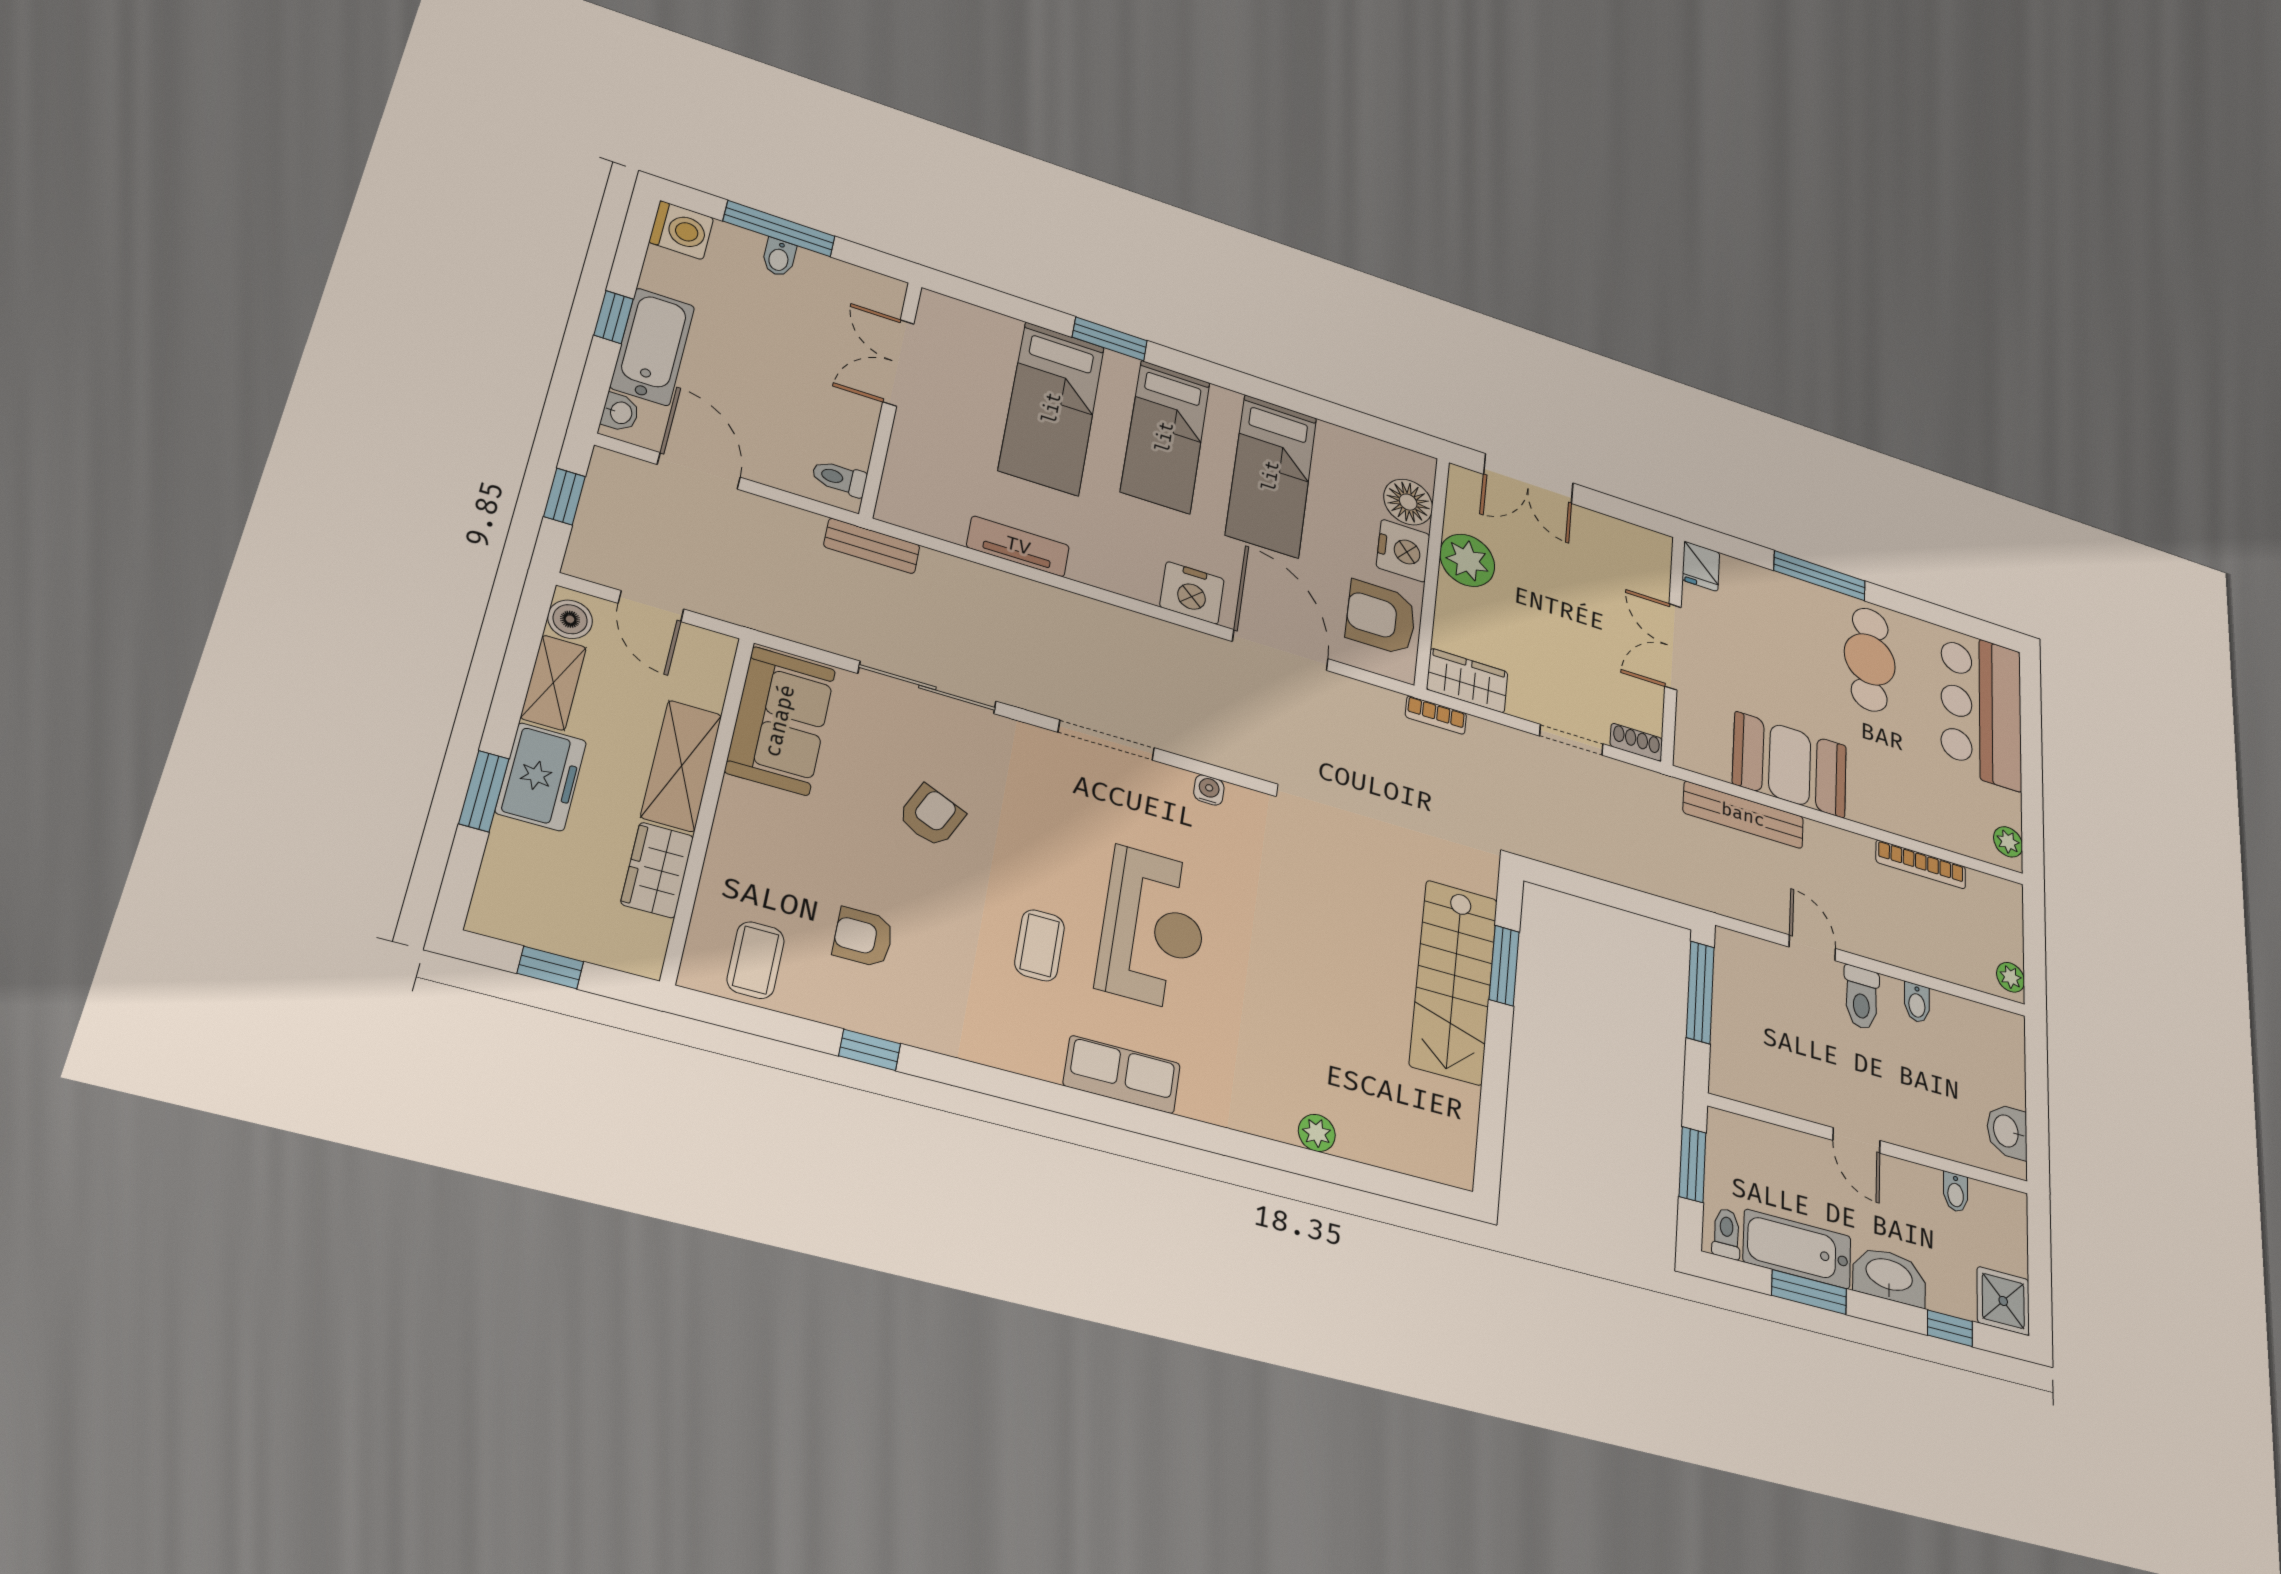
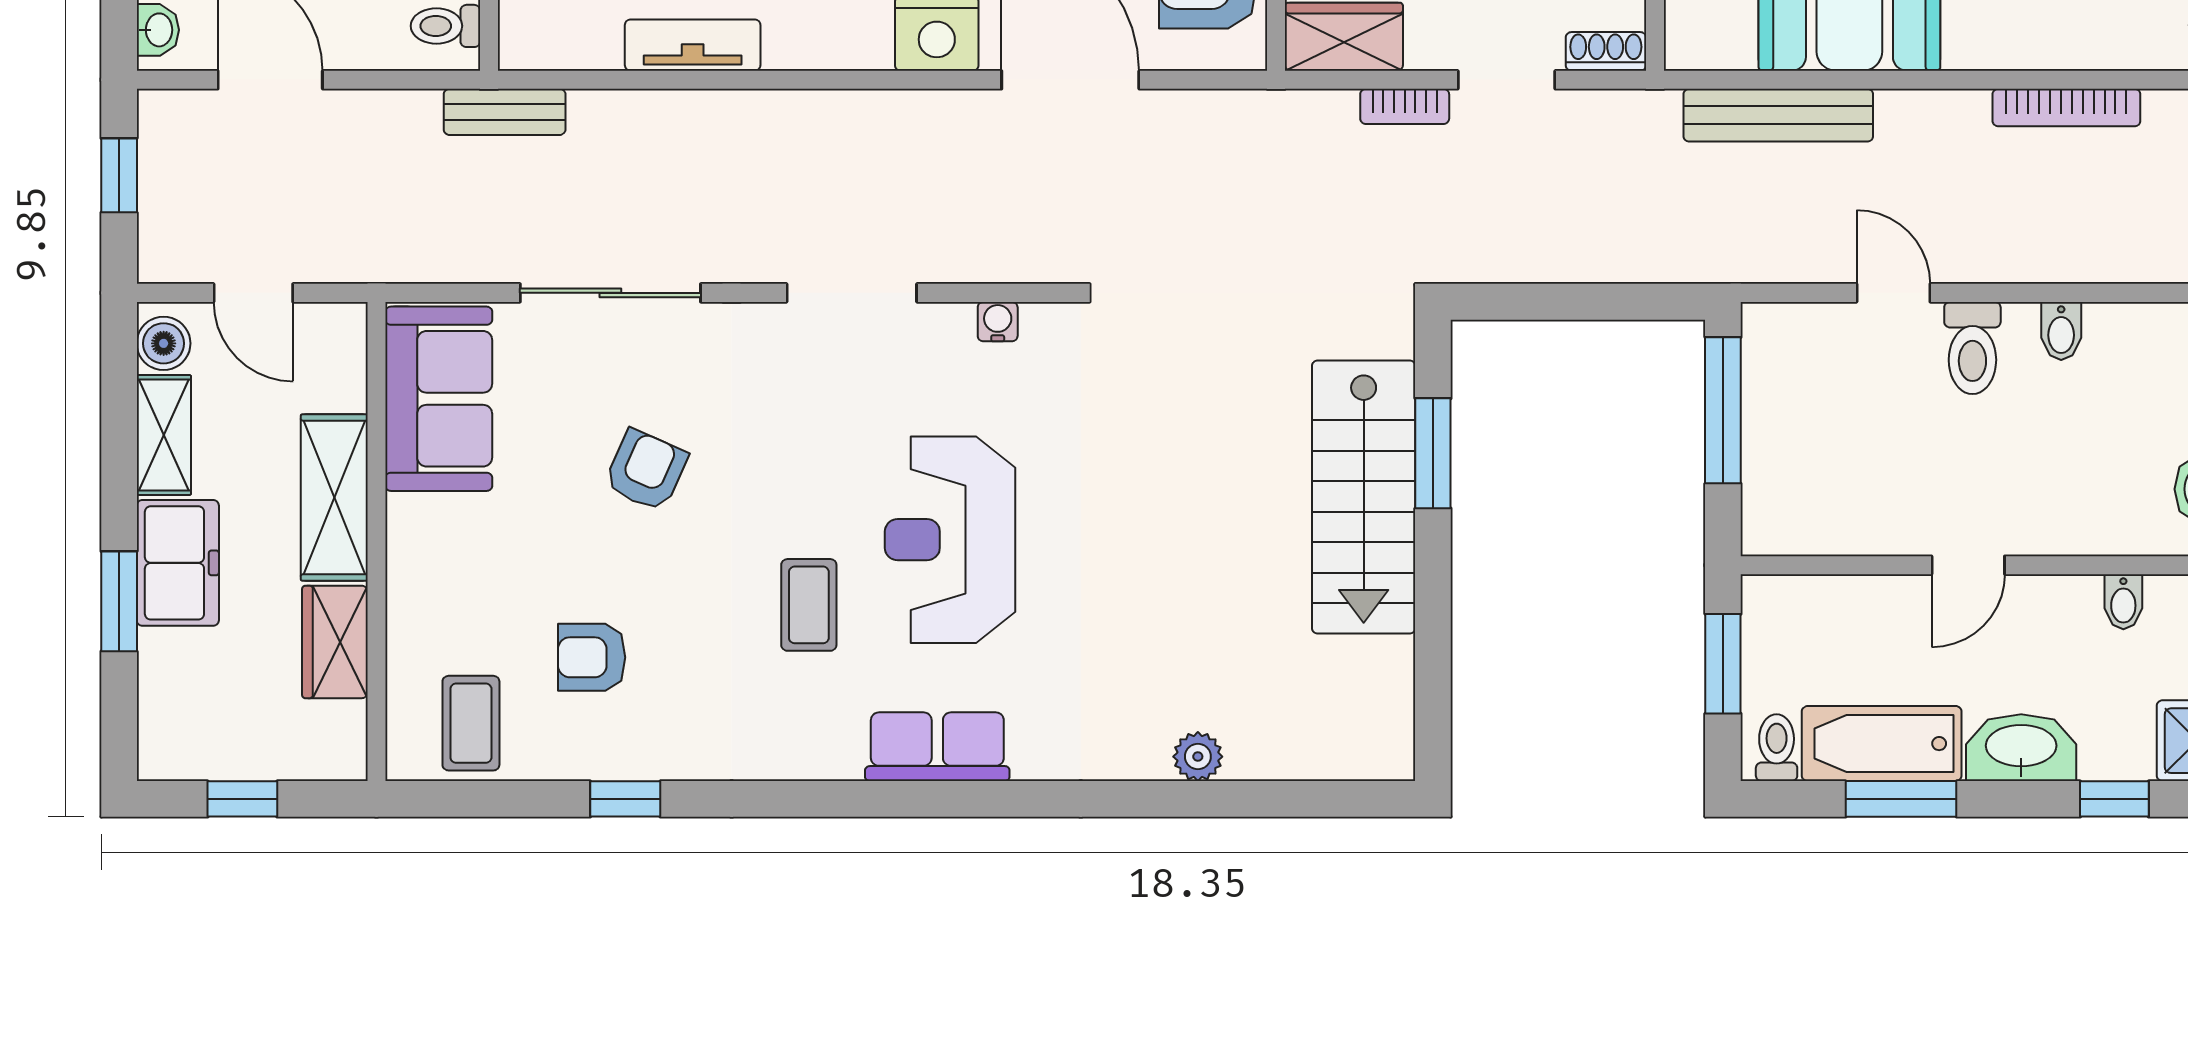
bookcase: (1436, 715) -> (1405, 106), moved
reception desk: (1153, 928) -> (950, 540), turned 180
door: (1856, 1140) -> (1968, 565), hinge flipped

